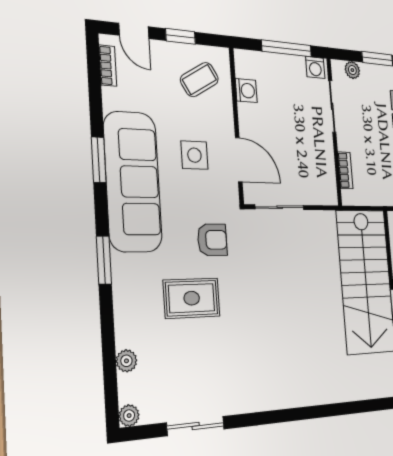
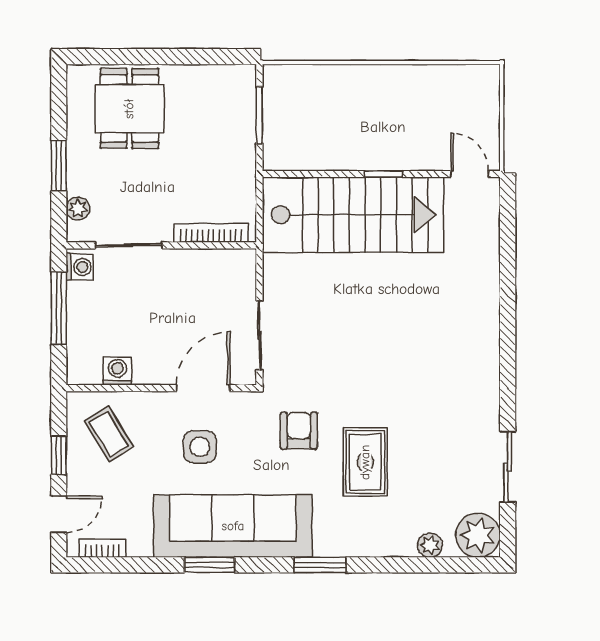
bookcase: (345, 170) -> (211, 233), width x1.56
plant: (129, 416) -> (478, 535), width x1.87, depth x1.87

